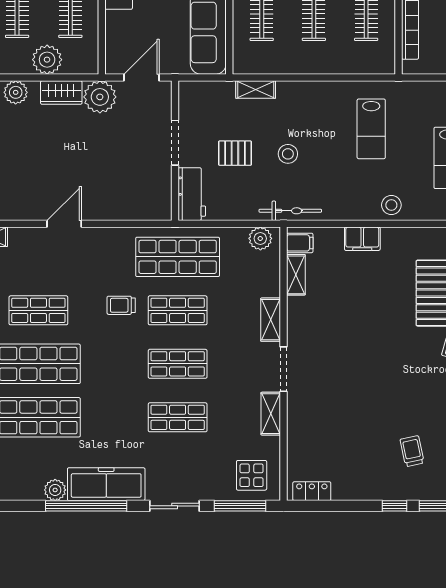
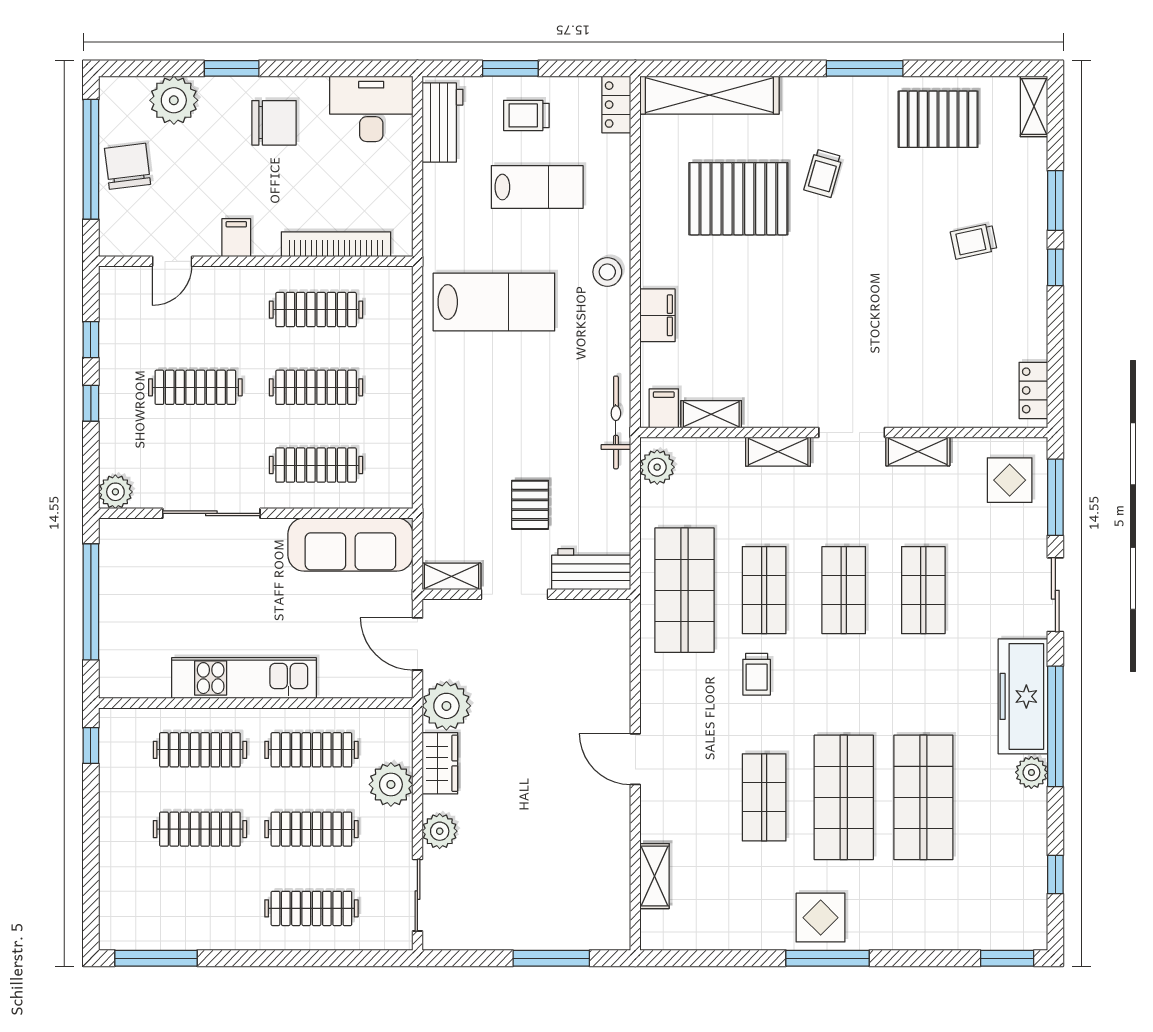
shelving: (256, 89) -> (451, 576), moved, turned 90
lab bench: (371, 129) -> (494, 302), width x1.36, depth x1.39
stool: (288, 154) -> (531, 426), removed

